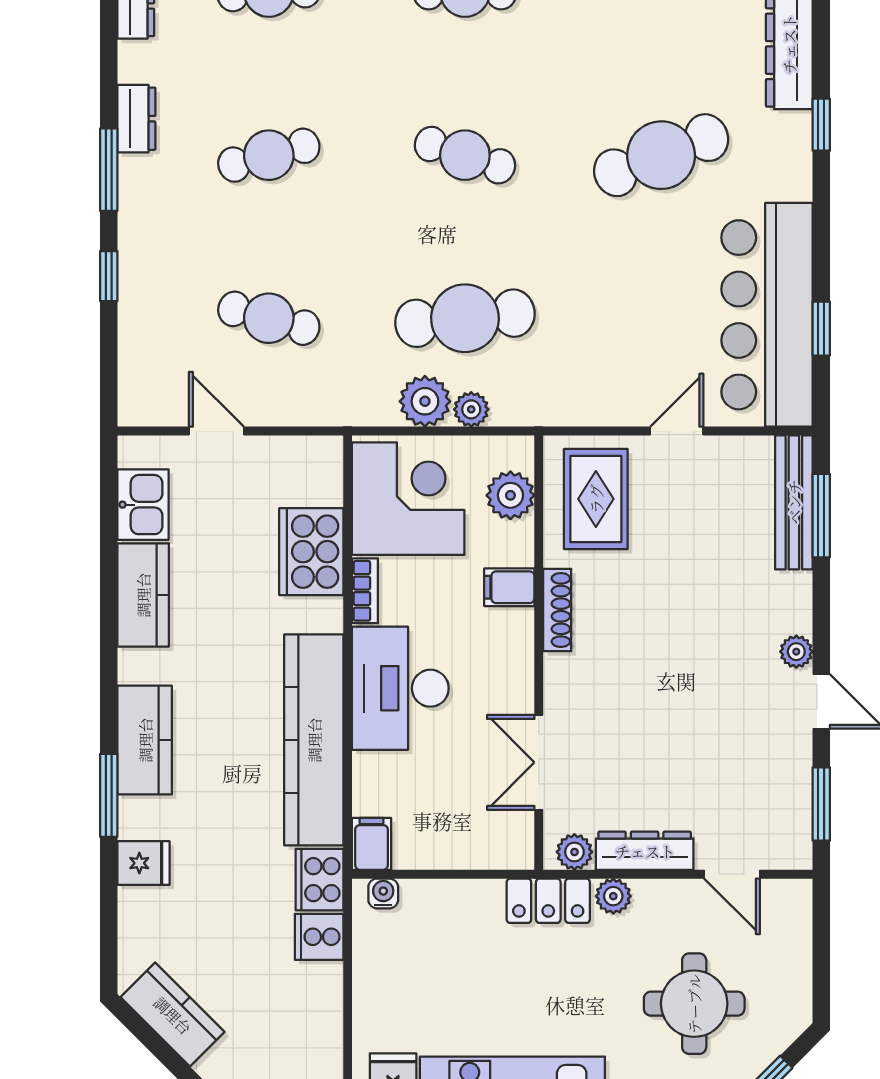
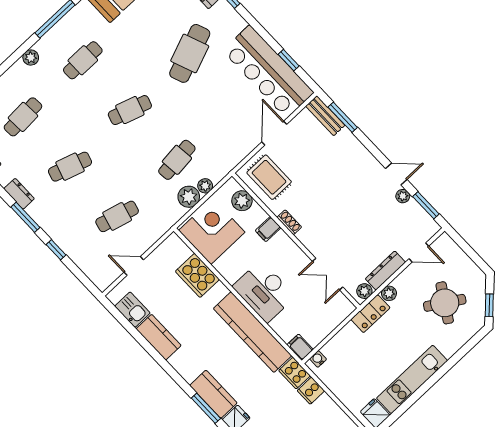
cafe table: (269, 155) -> (70, 167), turned 33
cafe table: (465, 318) -> (177, 160), width x0.73, depth x0.74
door: (677, 431) -> (274, 133), width x1.38
bench: (794, 502) -> (325, 116), width x0.73
bookcase: (365, 591) -> (225, 272), removed
shoe rack: (557, 610) -> (289, 222), width x0.70
plant: (796, 652) -> (403, 196), moved
kitchen counter: (145, 740) -> (213, 394), moved
round table: (694, 1004) -> (445, 303), turned 32

